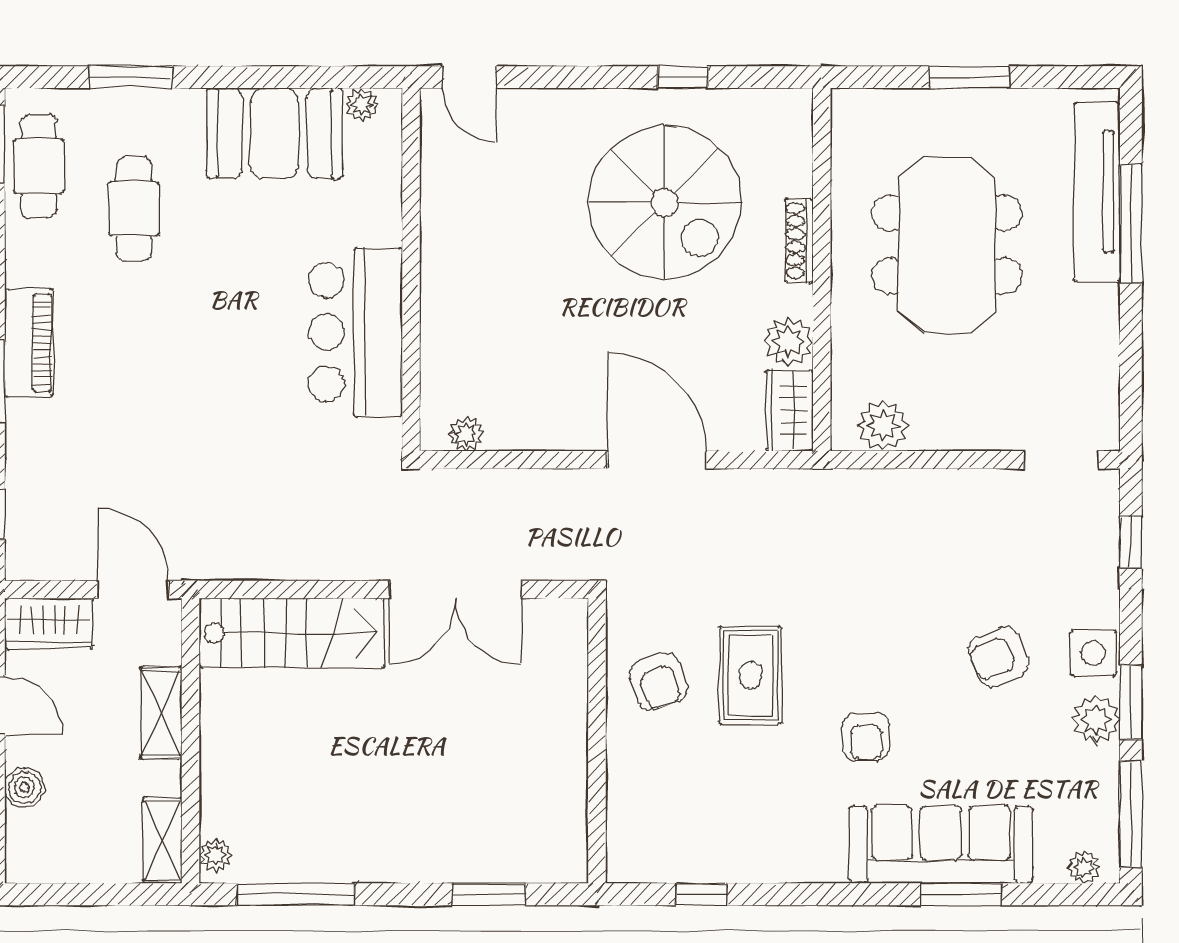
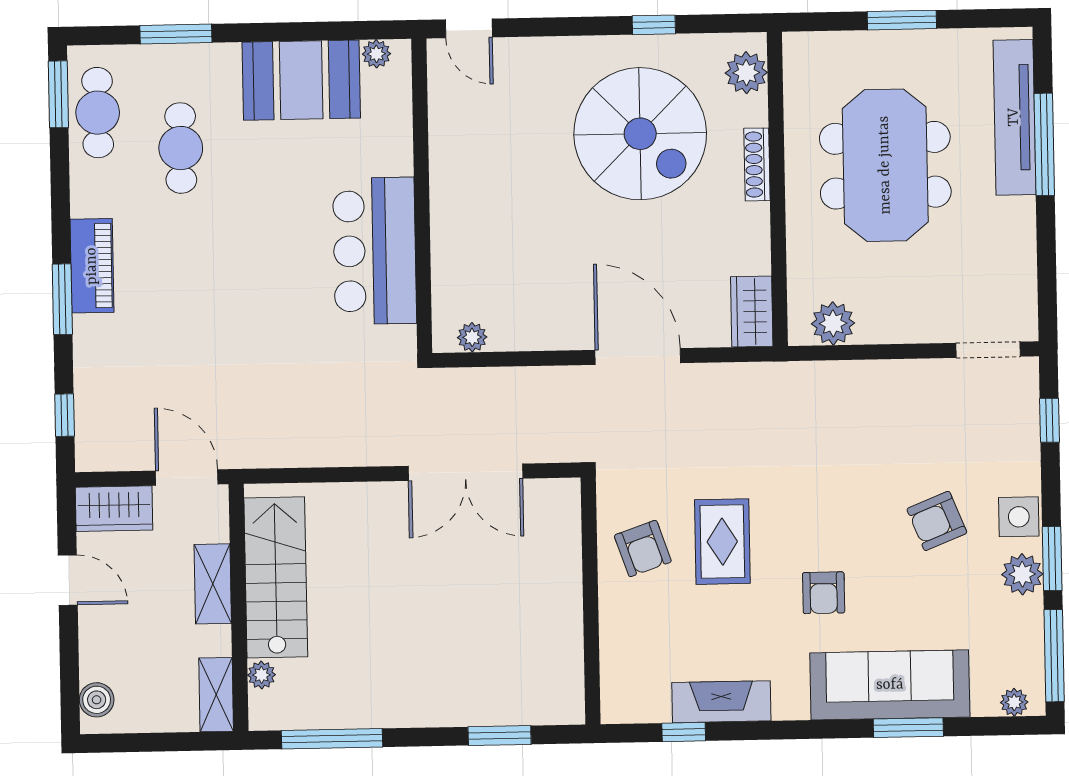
plant: (788, 342) -> (746, 73), moved
stairs: (292, 633) -> (276, 577), moved, turned -90
boiler: (25, 787) -> (97, 700), moved
plant: (215, 855) -> (262, 675), moved
fireplace: (746, 860) -> (721, 702), added

